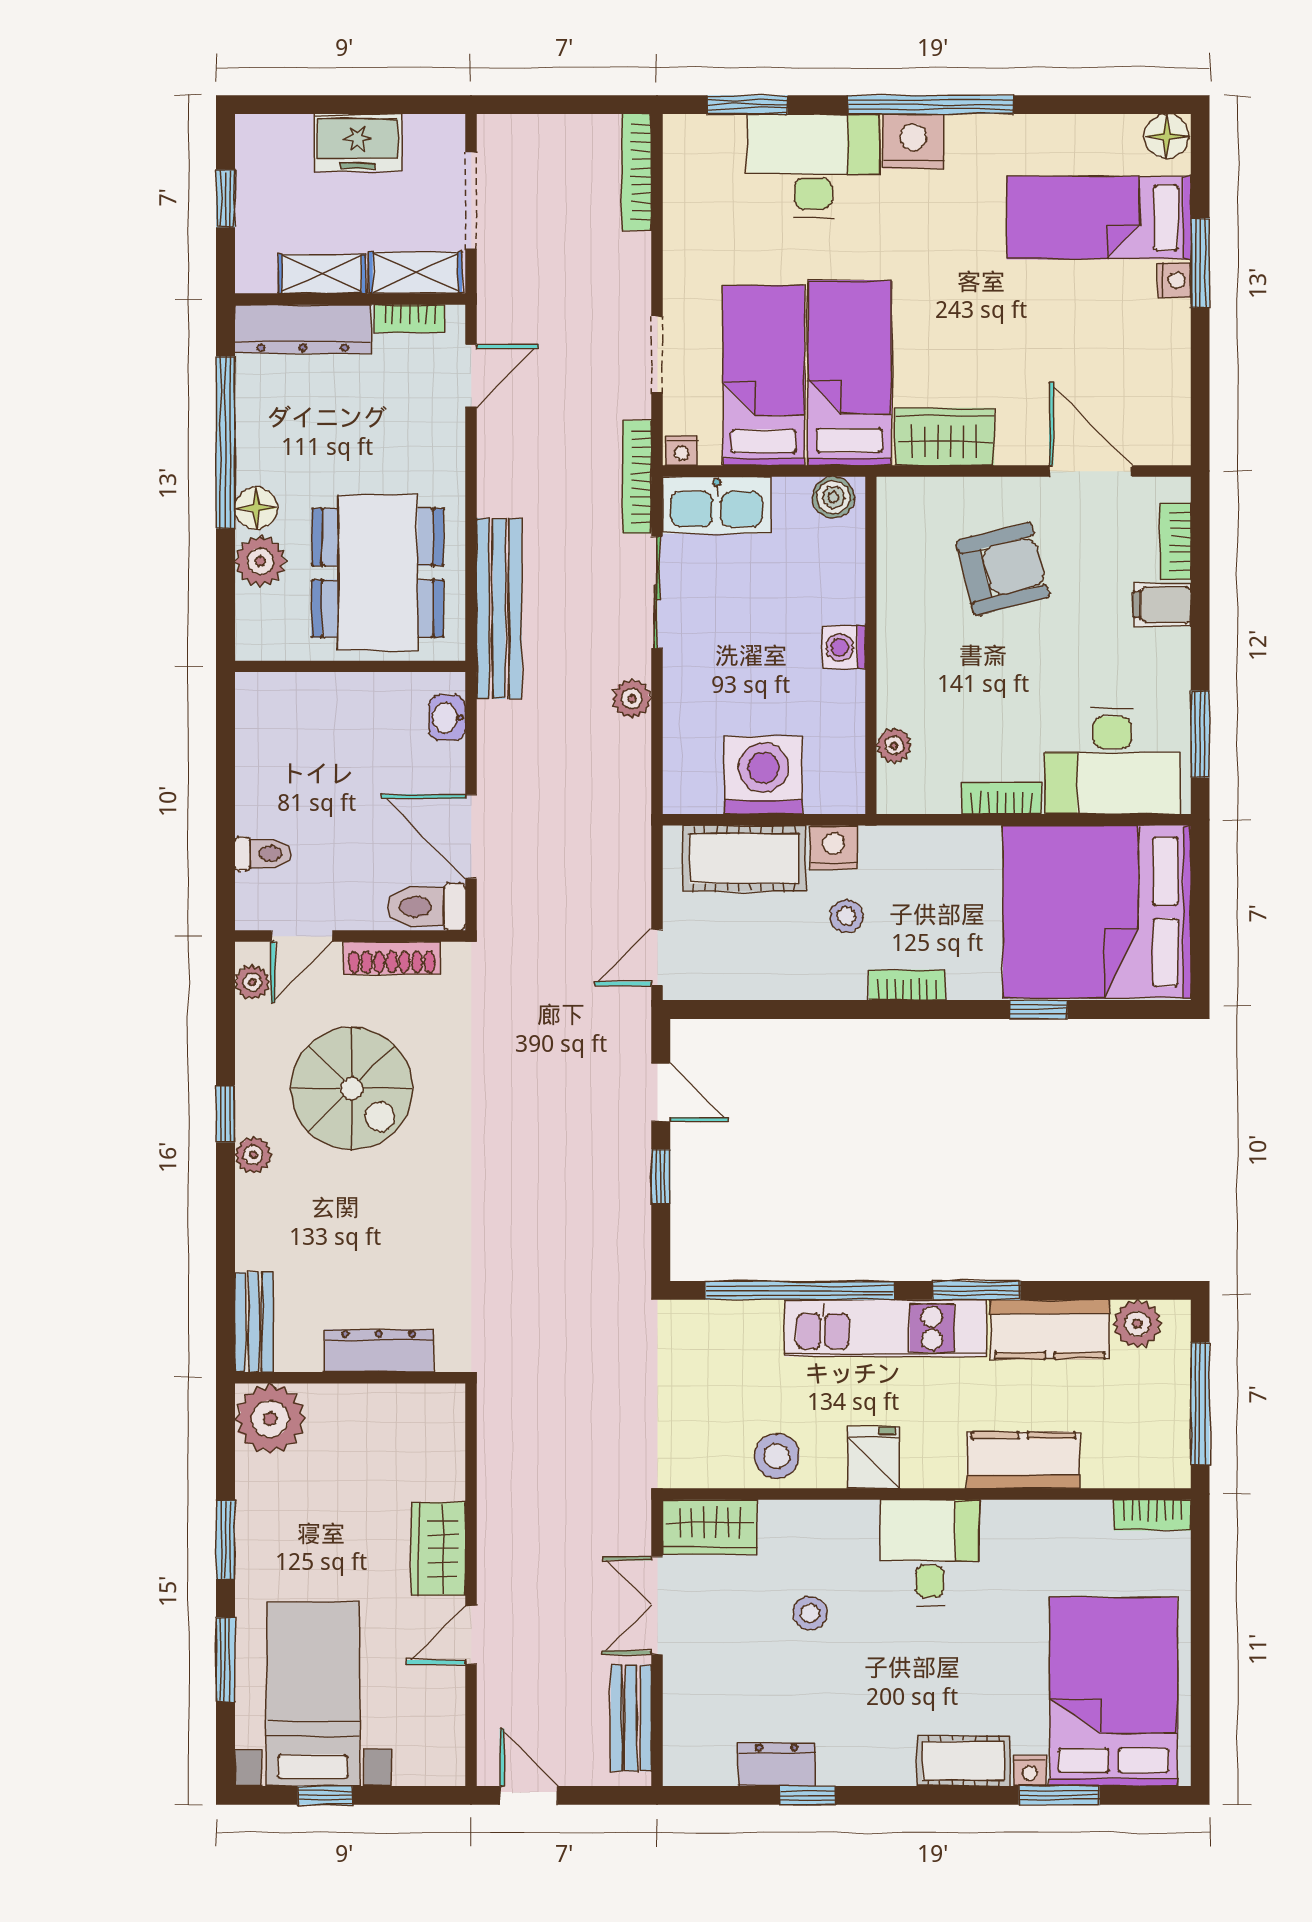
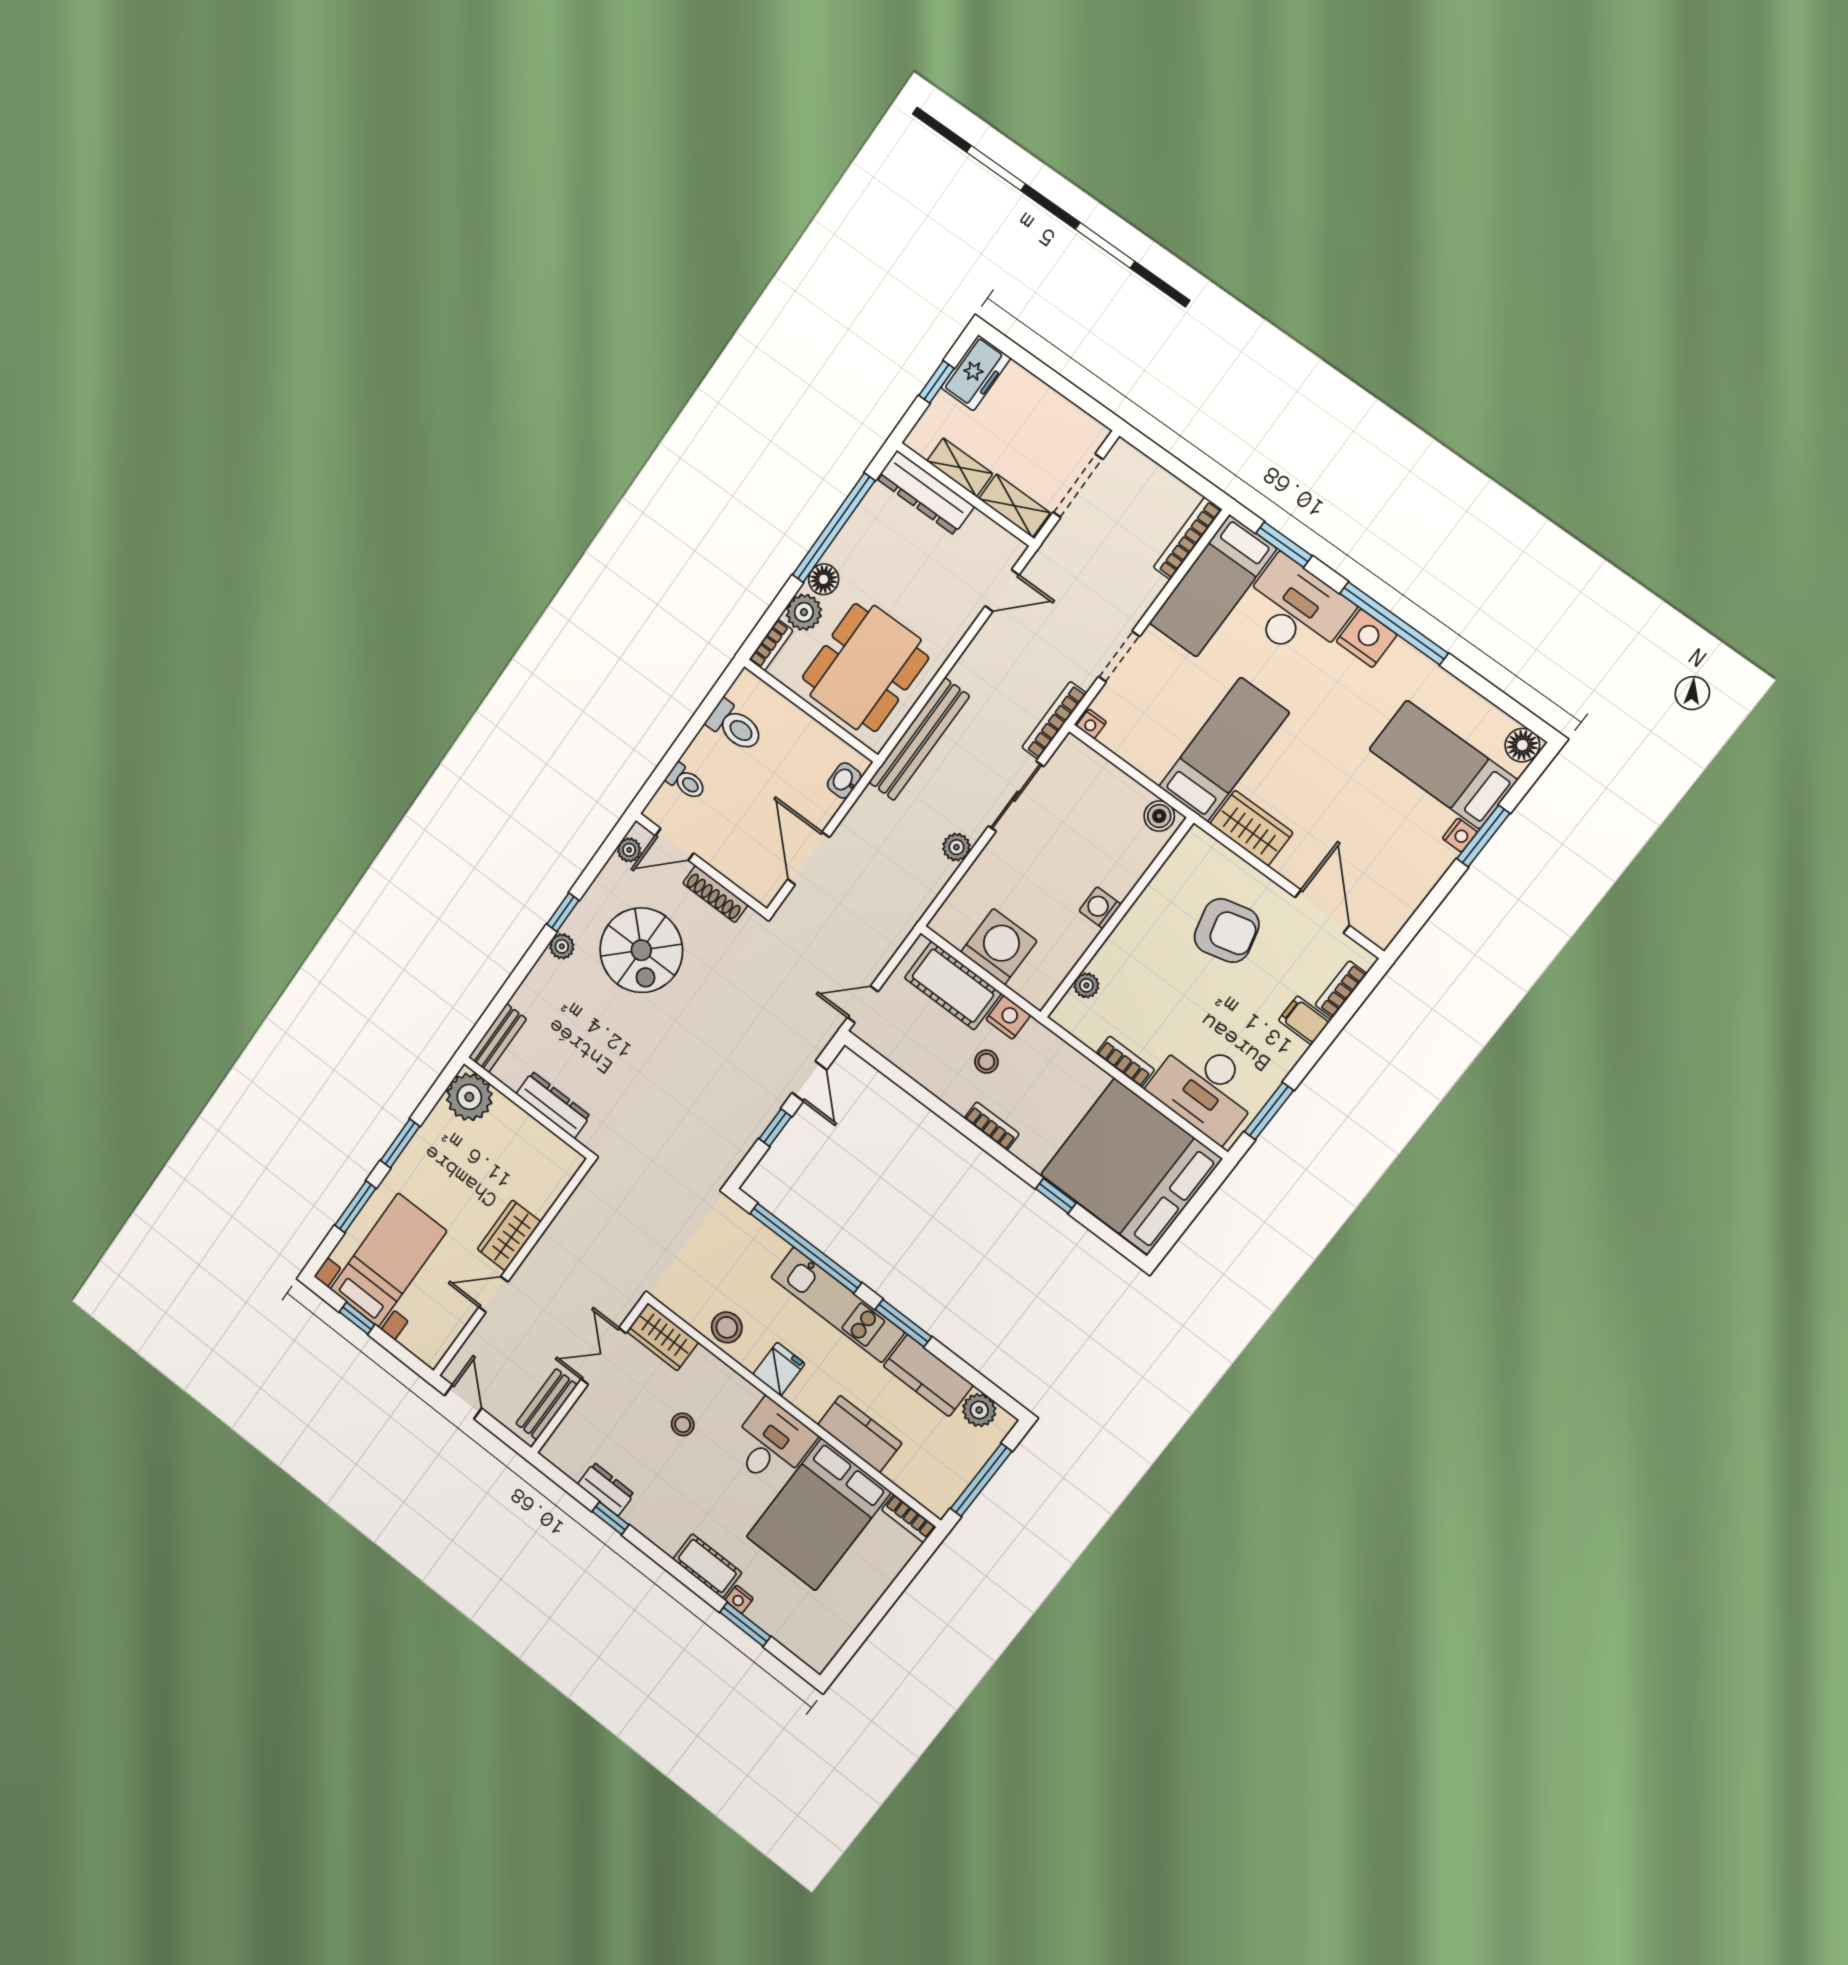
freezer: (358, 142) -> (976, 373), moved, turned -90
bookcase: (410, 319) -> (771, 645), moved, turned -90
bed: (764, 375) -> (1213, 586), moved, turned 180
kitchen sink: (717, 505) -> (1088, 771), removed
toilet: (426, 907) -> (735, 726), moved, turned 180
bed: (1113, 1692) -> (818, 1515), moved, turned 180

